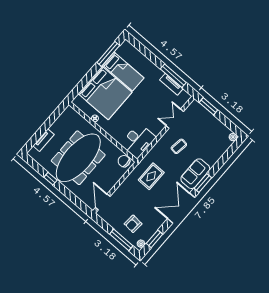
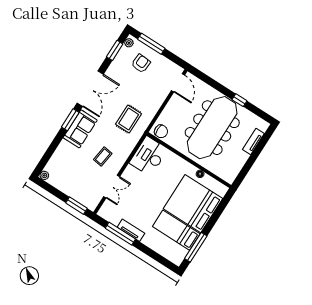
tv unit: (171, 84) -> (131, 230), moved

